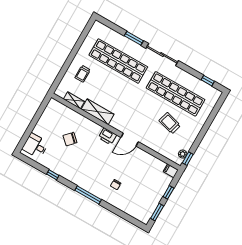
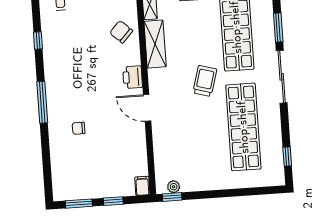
trolley: (170, 123) -> (205, 81), moved
chair: (70, 139) -> (121, 32), moved

